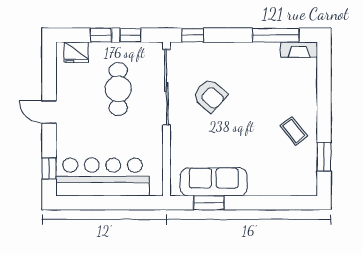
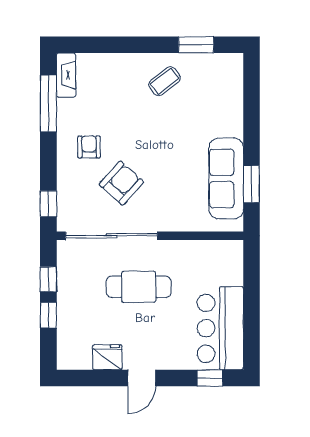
fridge: (76, 52) -> (107, 357), moved, turned -90
armchair: (240, 69) -> (89, 147), added
cafe table: (118, 89) -> (139, 287), moved
bar counter: (103, 177) -> (220, 328), width x0.73

